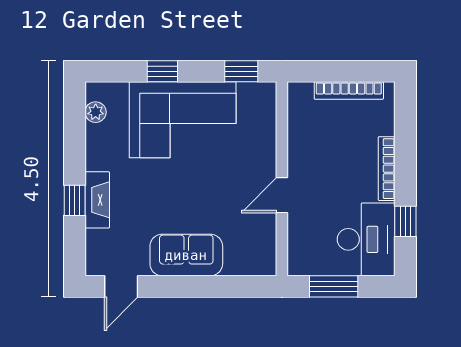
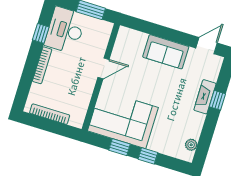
window: (241, 71) -> (119, 147), moved
corner sofa: (183, 120) -> (123, 119), moved

